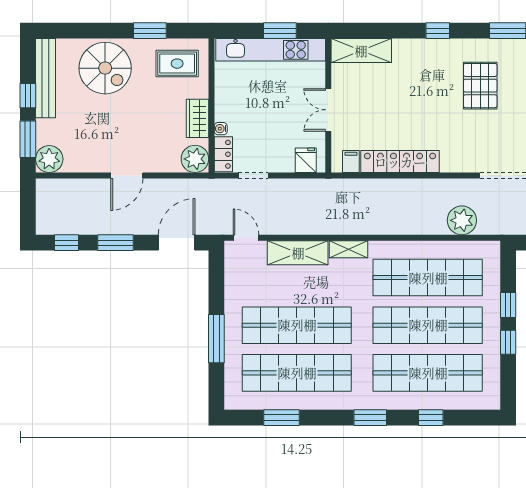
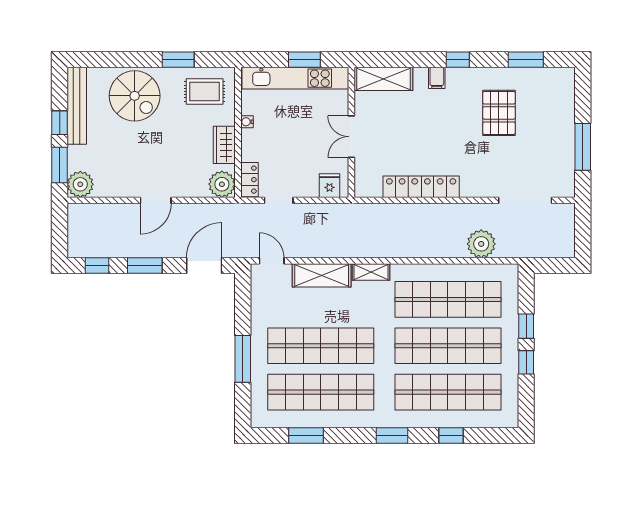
water cooler: (221, 129) -> (247, 122), moved
filing cabinet: (351, 162) -> (437, 78), moved, turned 180

